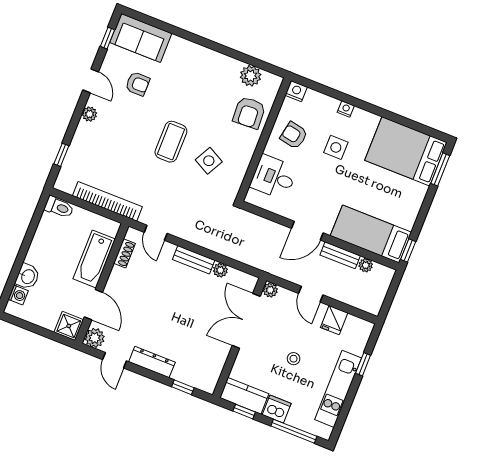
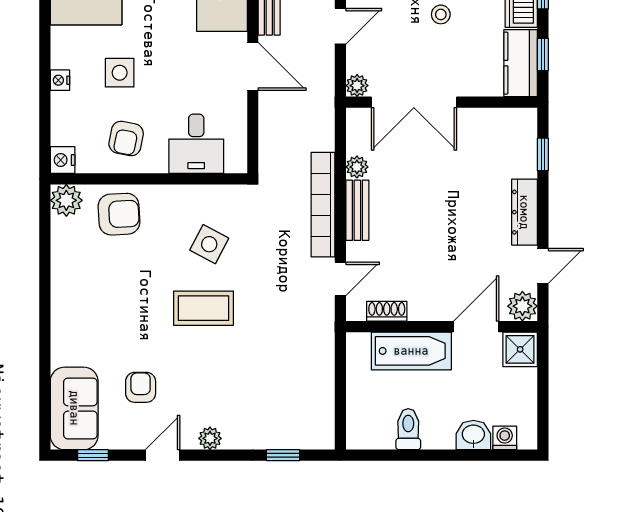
plant: (251, 76) -> (66, 200), moved
bookcase: (107, 201) -> (323, 205), moved
toilet: (59, 207) -> (408, 429), moved

